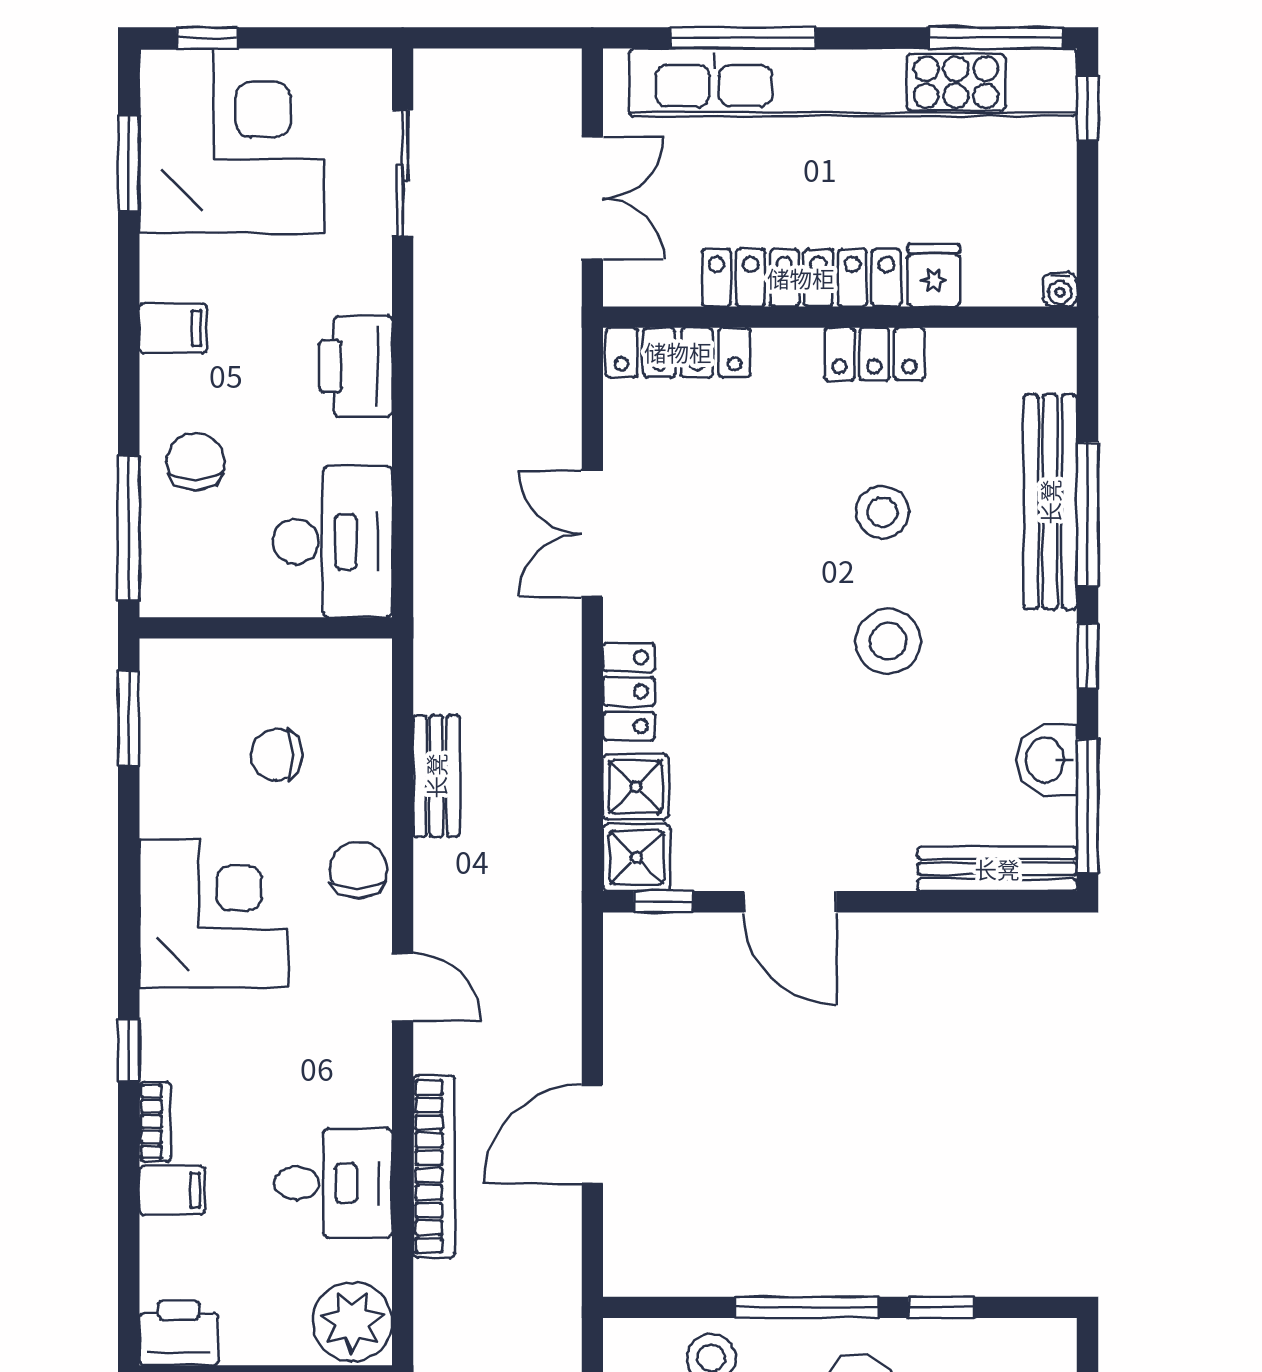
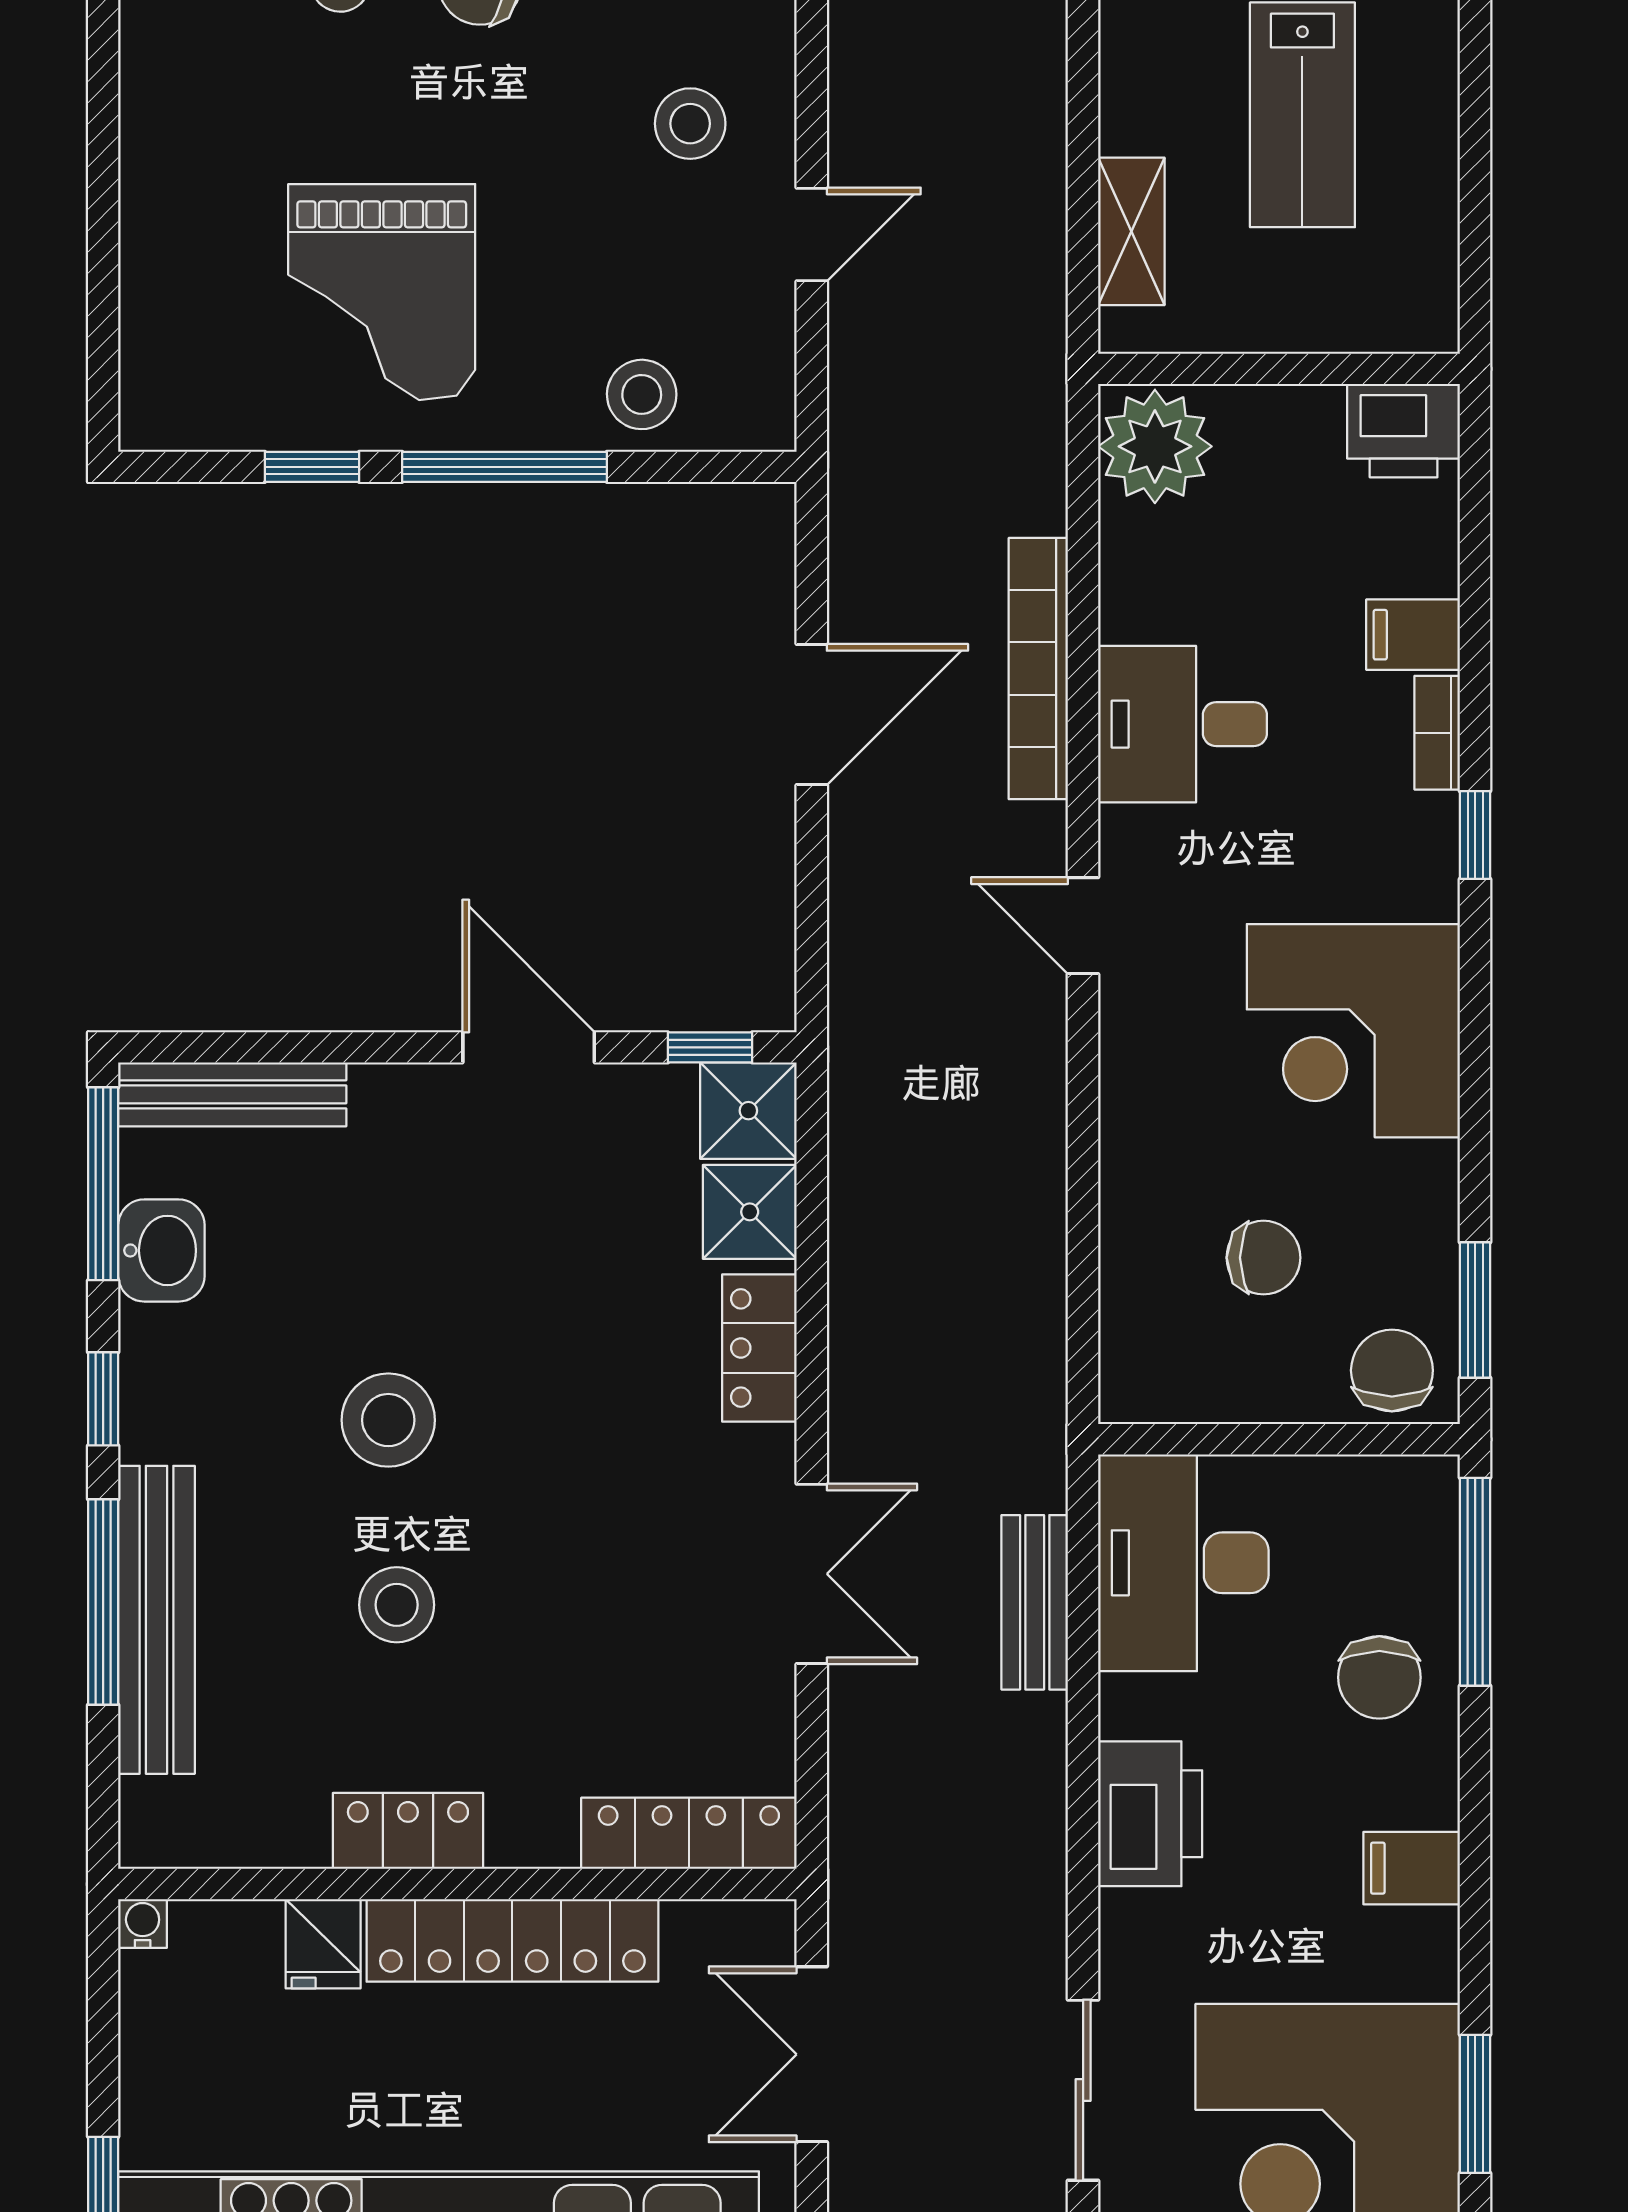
bench: (436, 776) -> (1035, 1602), moved
chair: (358, 870) -> (1392, 1370), moved, turned 180
desk: (333, 1183) -> (1183, 724), moved

